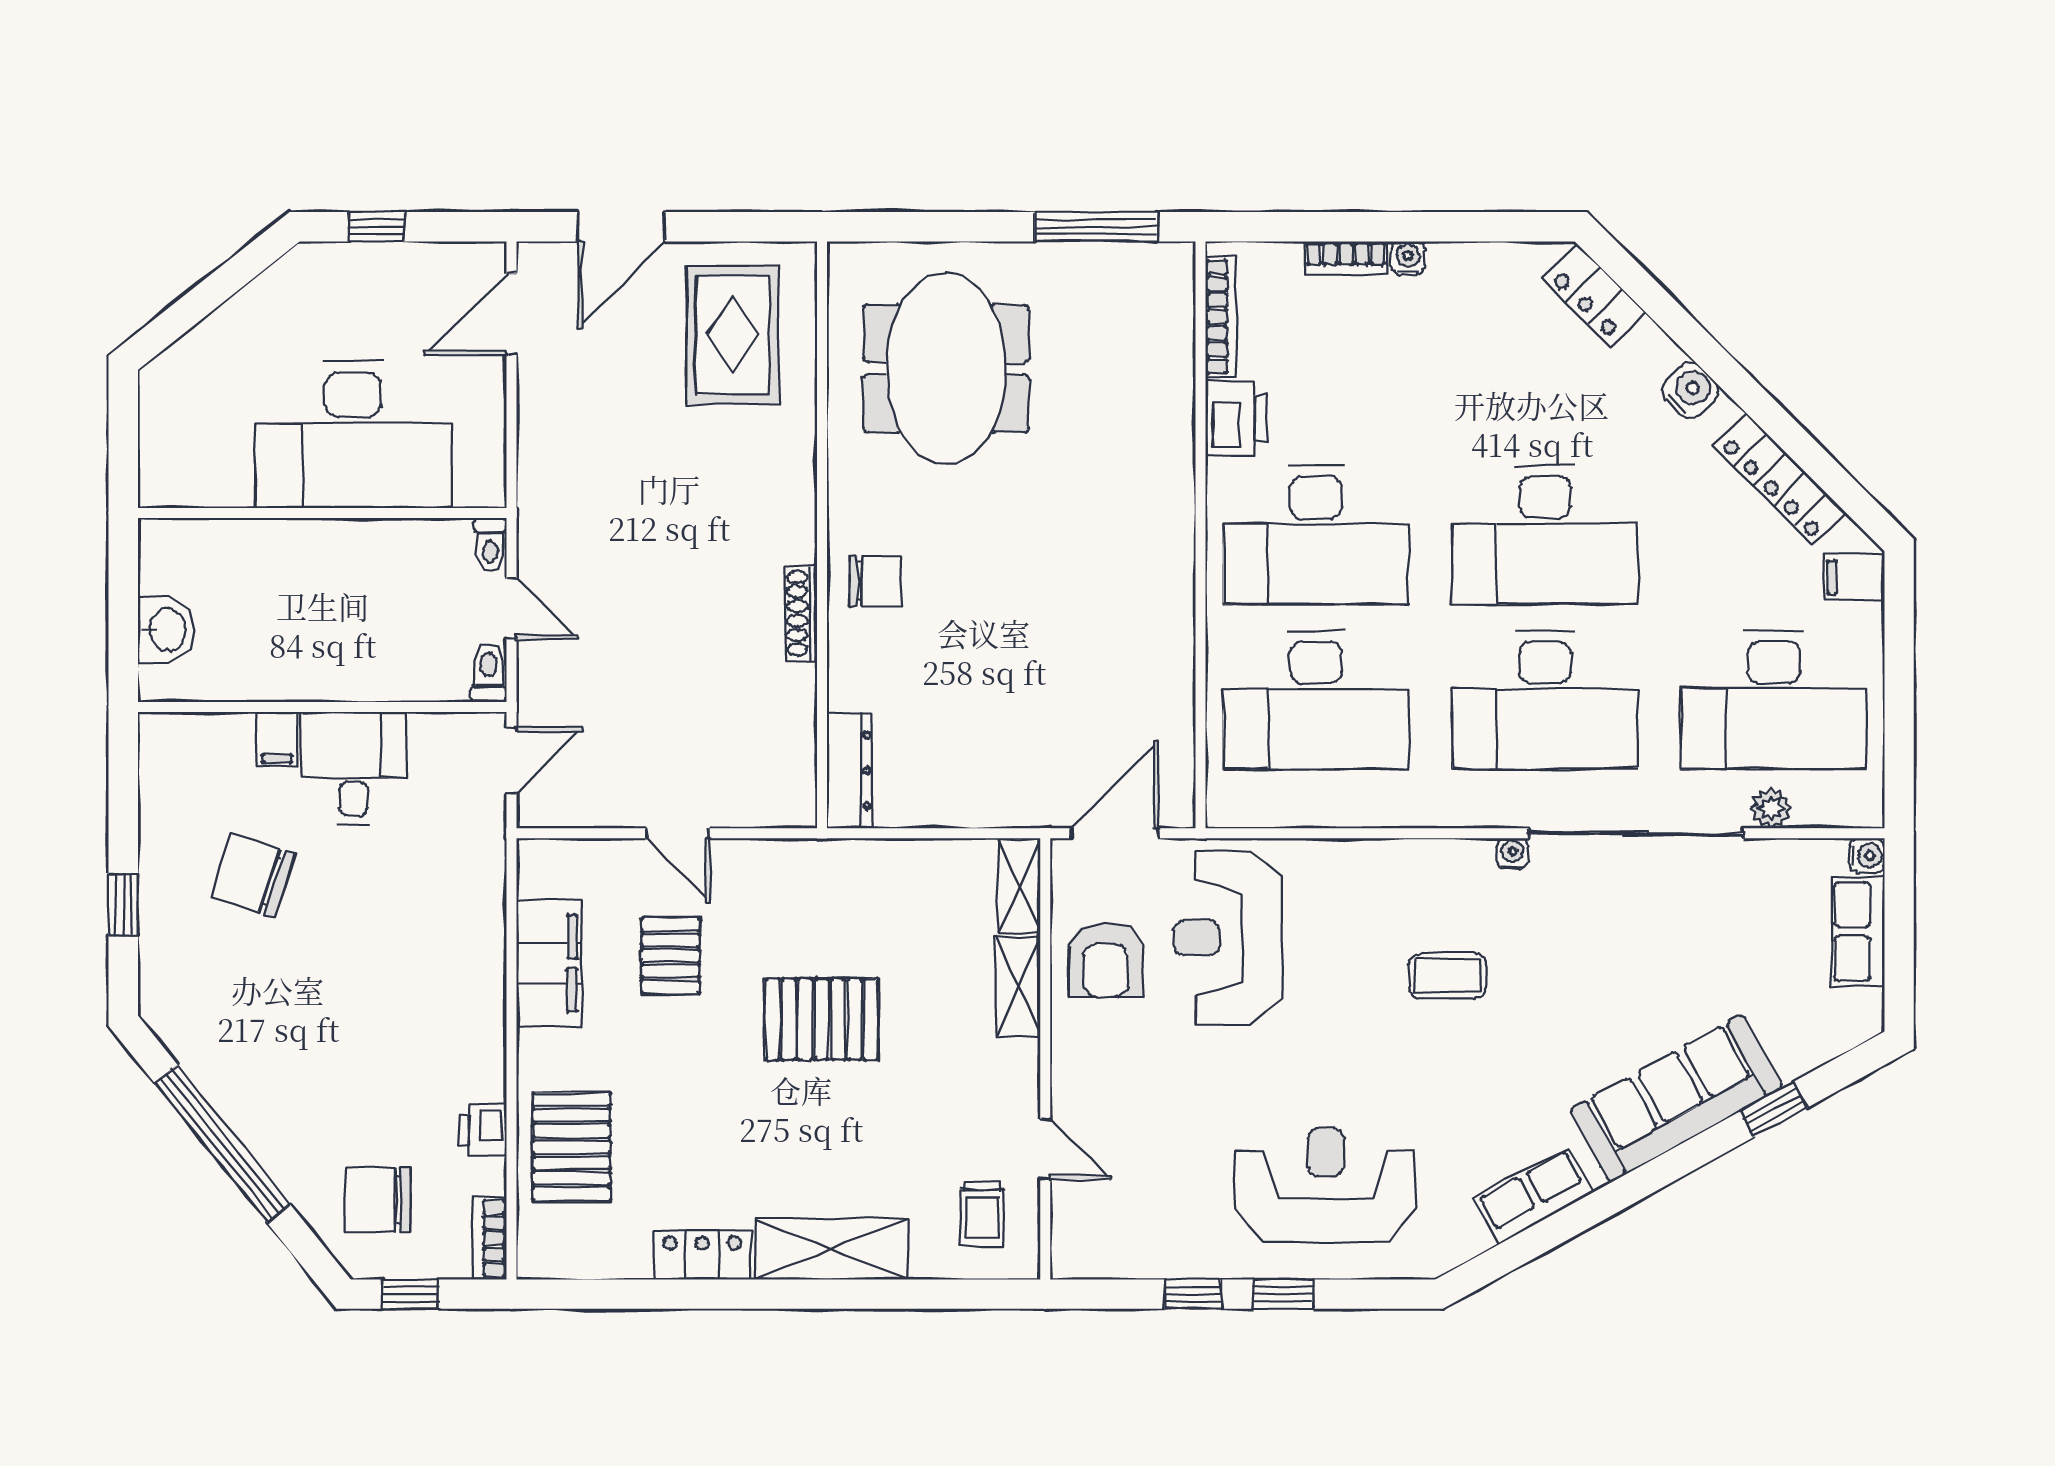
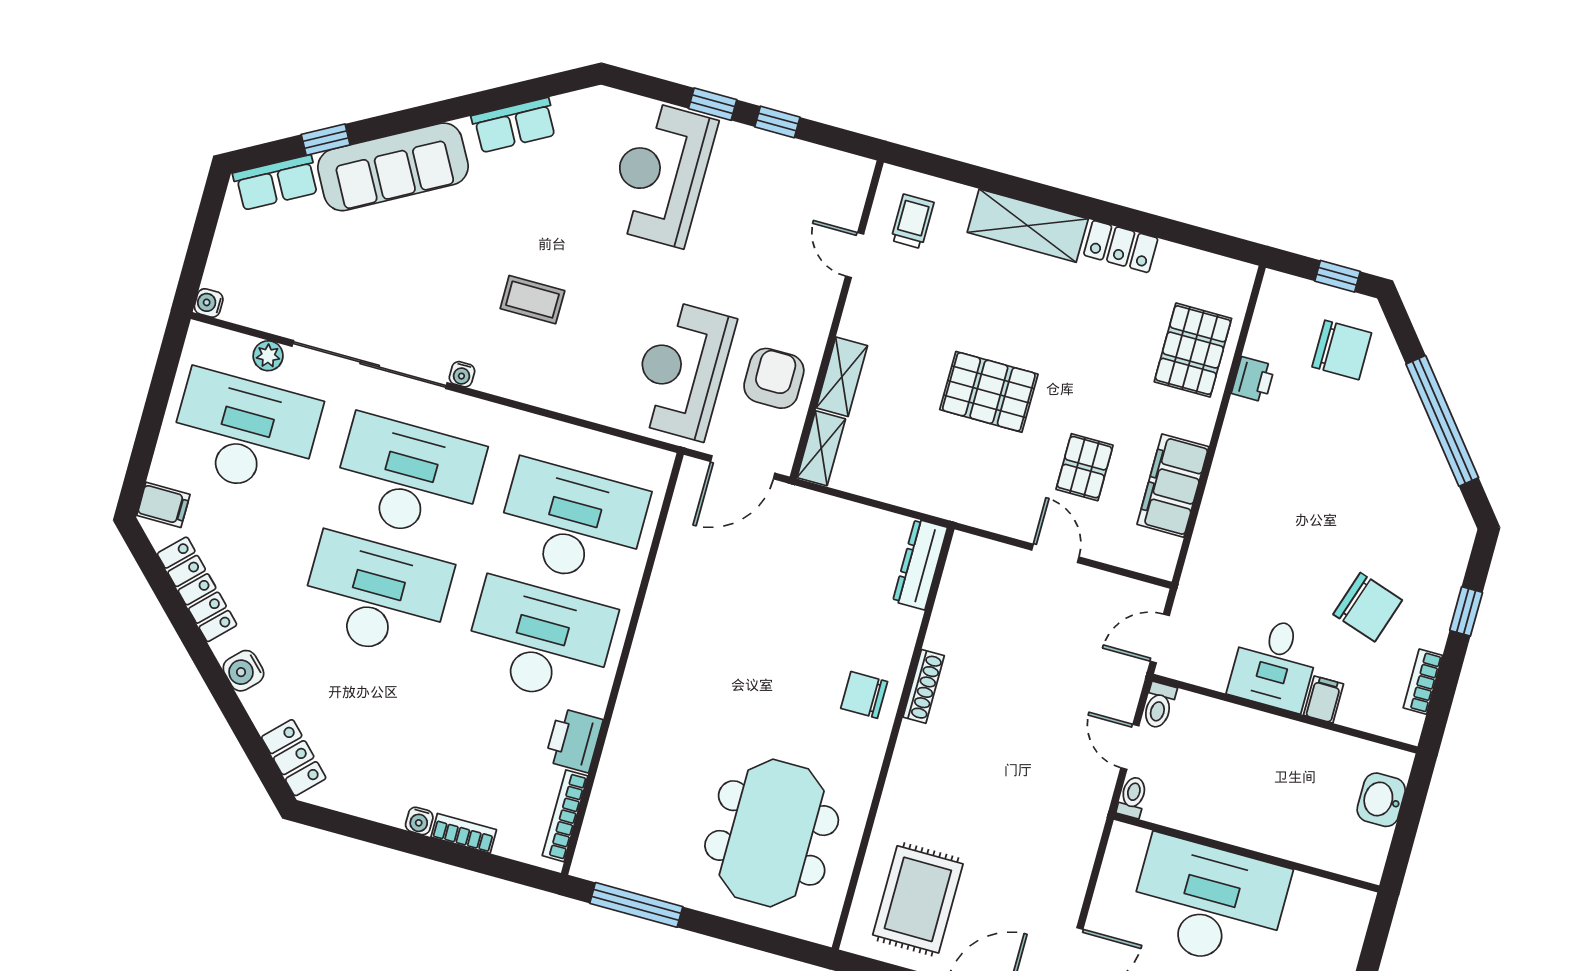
row of seats: (1858, 932) -> (276, 183), moved, turned 61
reception desk: (1228, 938) -> (682, 370), turned 180
reception desk: (1326, 1185) -> (661, 174), turned 90
bookcase: (490, 1239) -> (1423, 682), moved, turned 180

